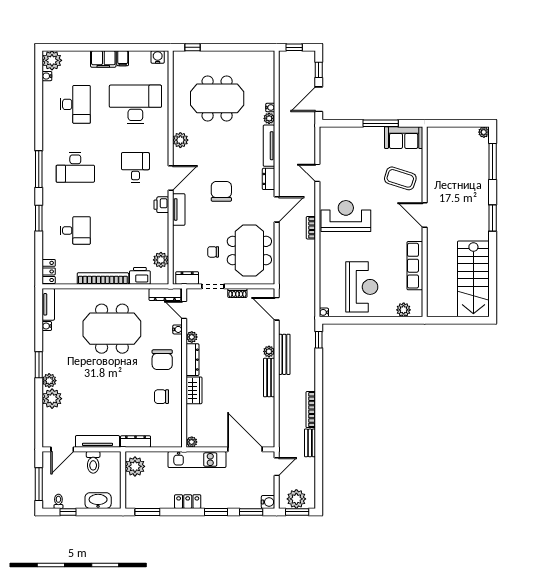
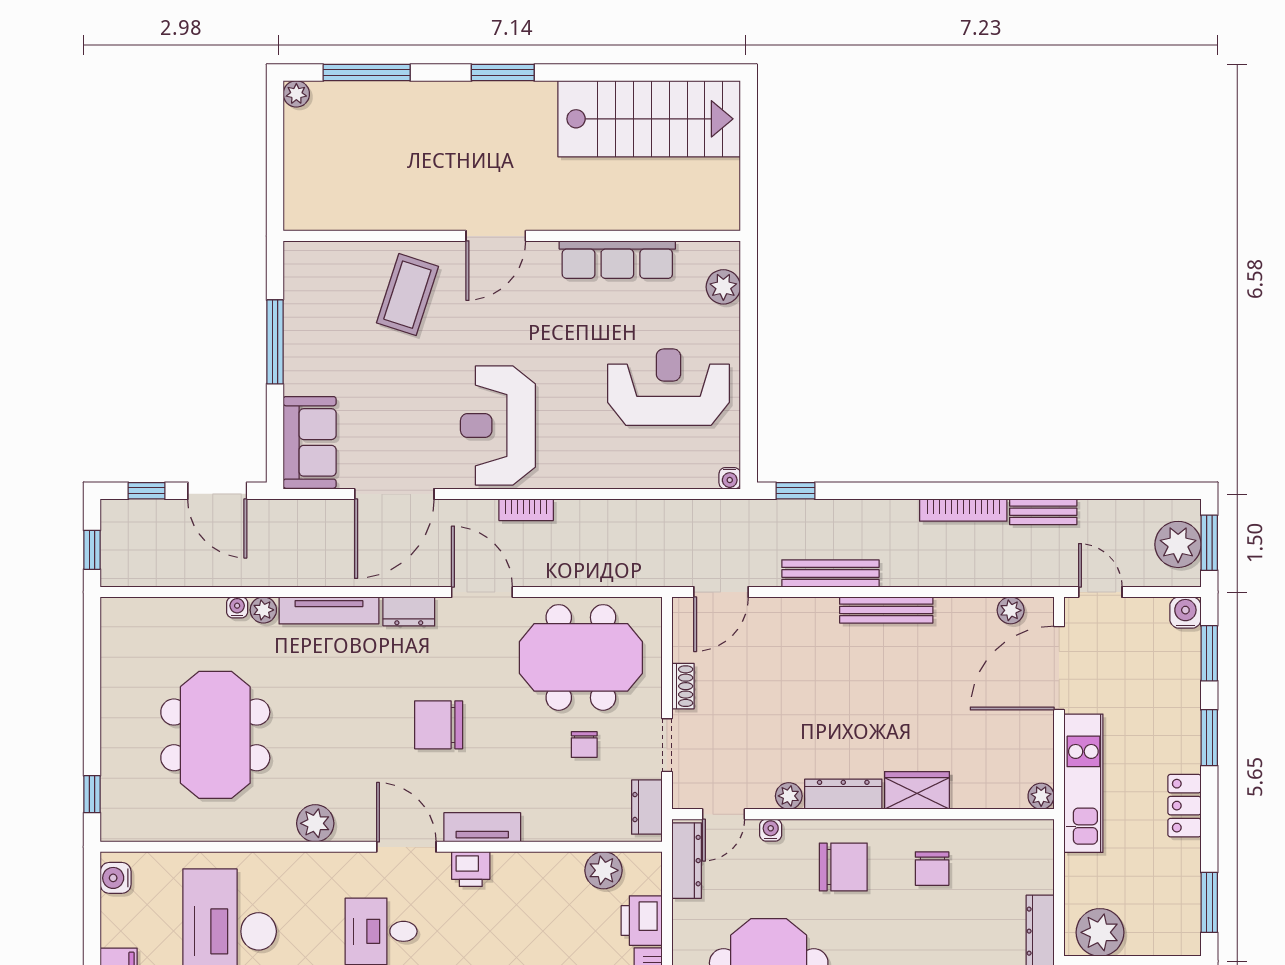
sofa: (404, 138) -> (310, 442), moved
door: (317, 173) -> (394, 494), width x1.88
plant: (269, 351) -> (1011, 610), moved

